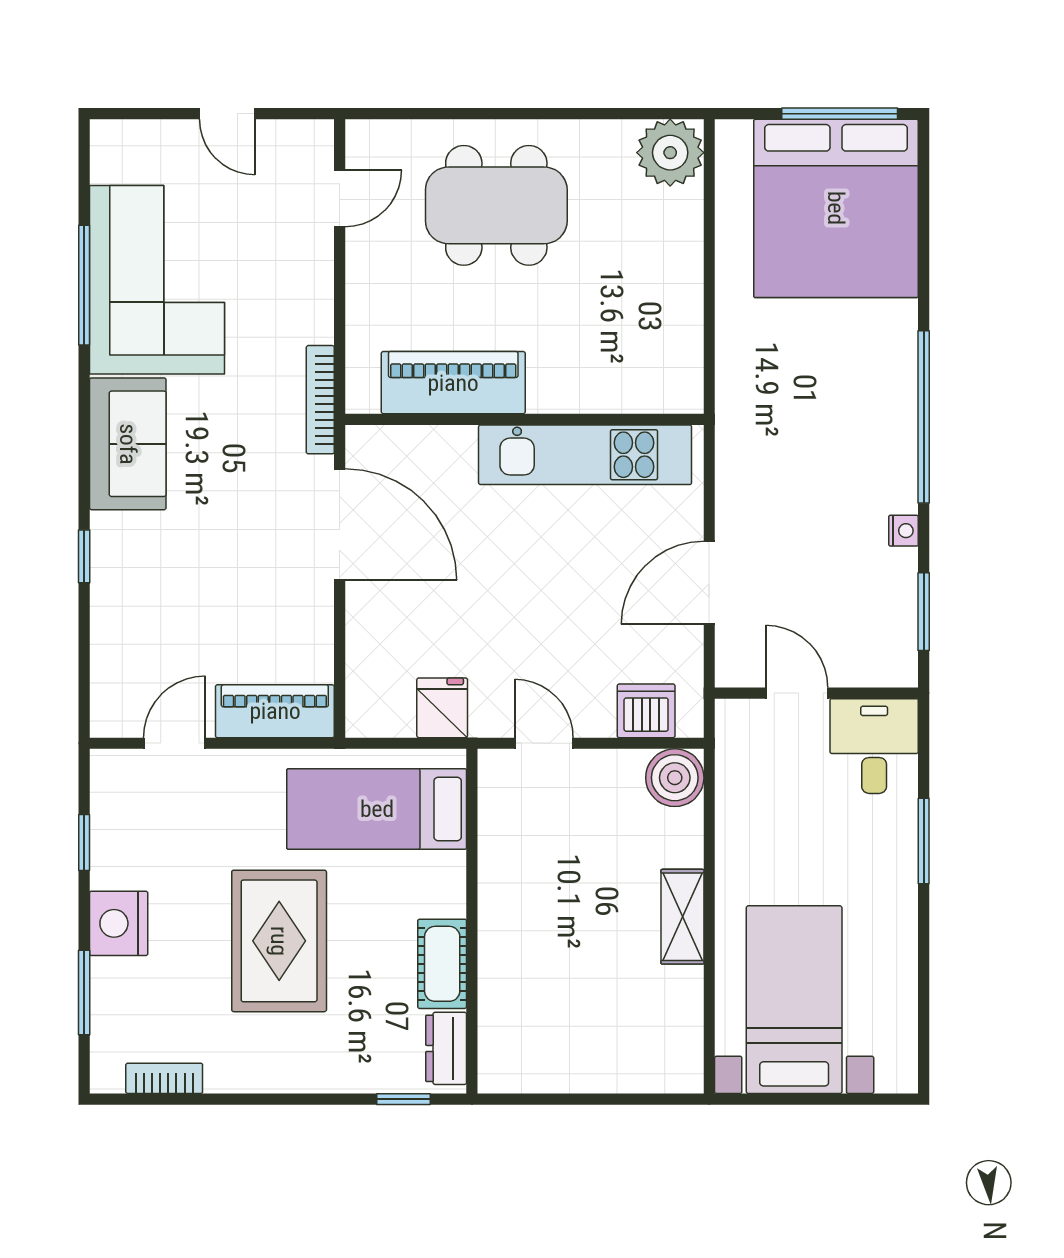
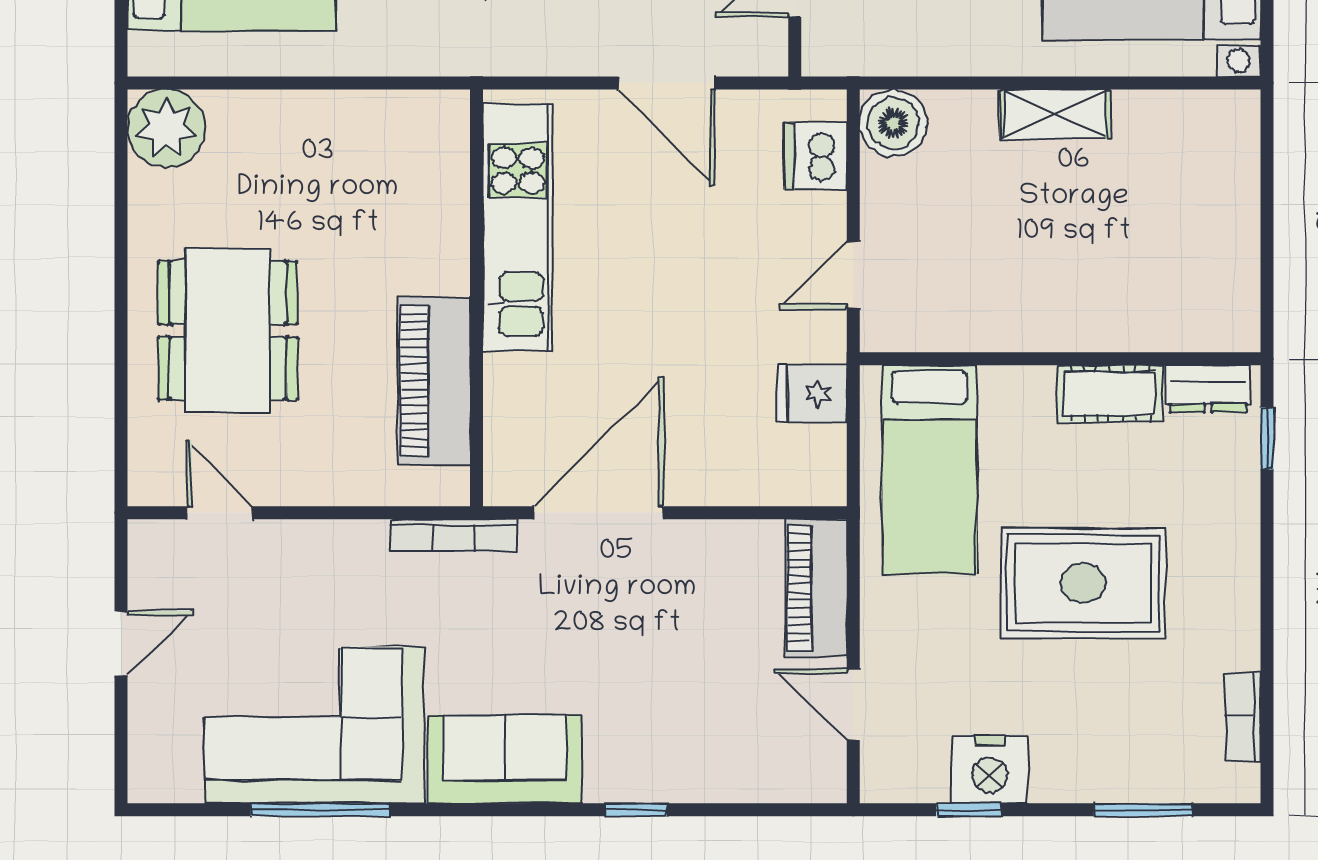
nightstand: (119, 923) -> (990, 770), moved

